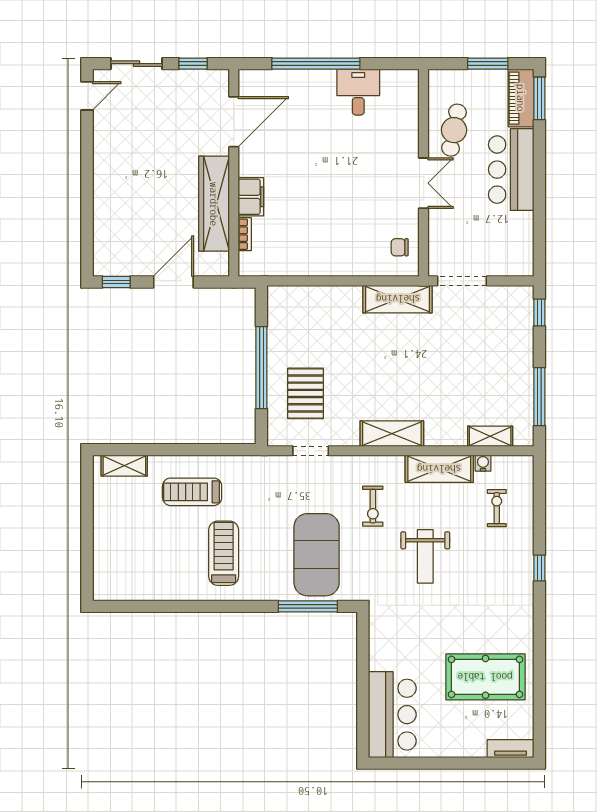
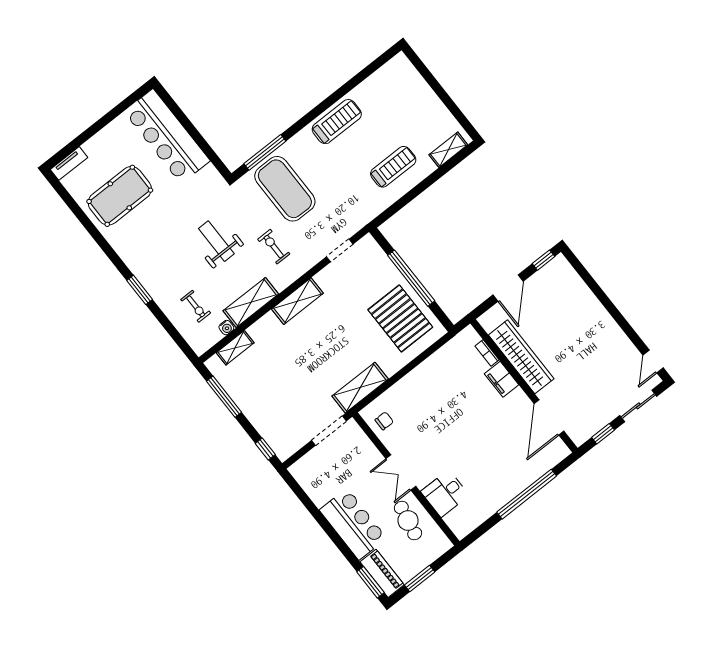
desk: (358, 92) -> (445, 493), moved, turned 90
pallet: (306, 393) -> (400, 318), moved, width x1.37, depth x1.41
treadmill: (224, 553) -> (337, 122), moved, turned -90
window: (539, 568) -> (140, 290), width x1.50
bar counter: (392, 715) -> (167, 136), width x1.36

